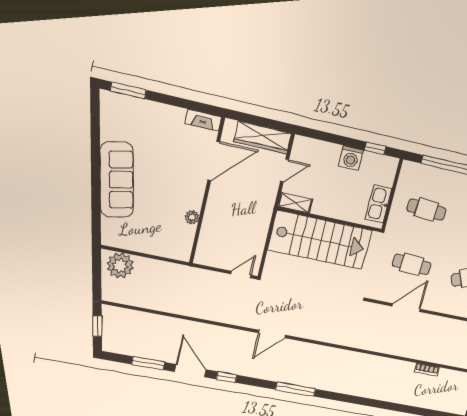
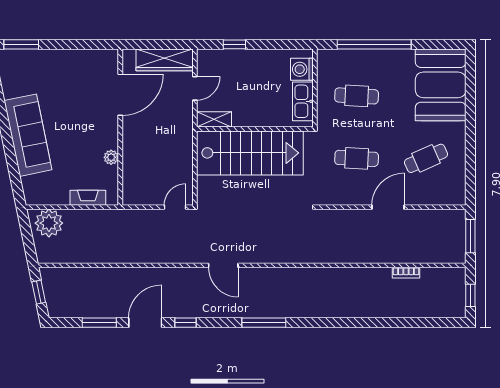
fireplace: (203, 120) -> (88, 198), moved, turned 180
window: (375, 148) -> (234, 44), moved
washing machine: (351, 158) -> (302, 69), moved, turned 90
door: (406, 308) -> (388, 207), moved
door: (272, 334) -> (223, 265), hinge flipped
door: (190, 371) -> (145, 323), hinge flipped

